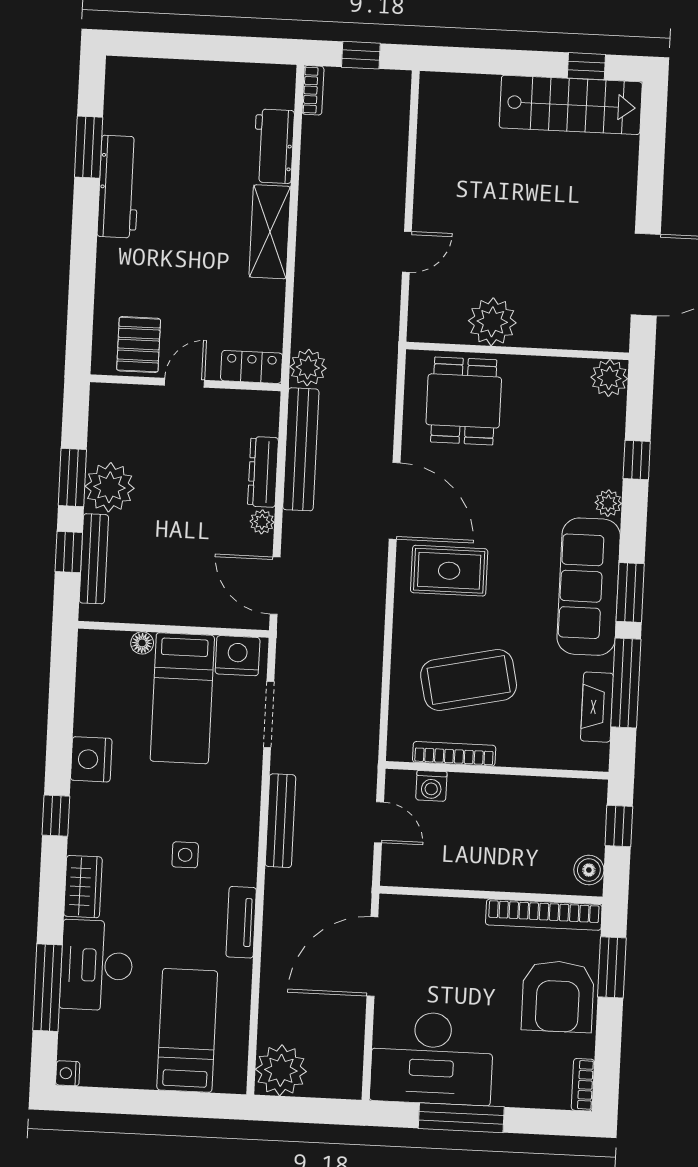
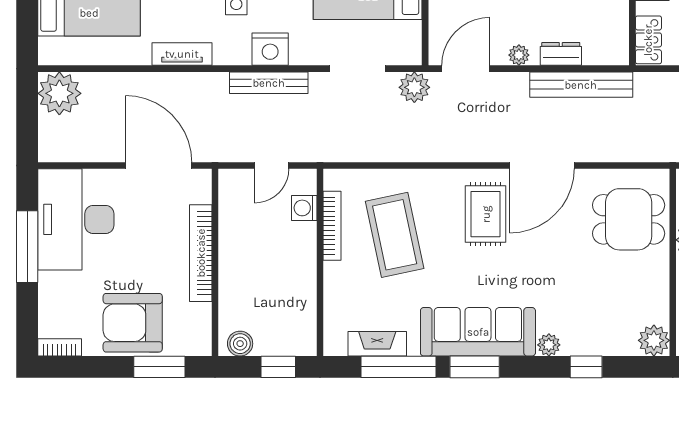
plant: (308, 367) -> (414, 87), moved
dresser: (263, 472) -> (561, 54), width x0.70
nightstand: (238, 656) -> (270, 49), moved, turned 90
bookcase: (544, 915) -> (201, 253), moved

